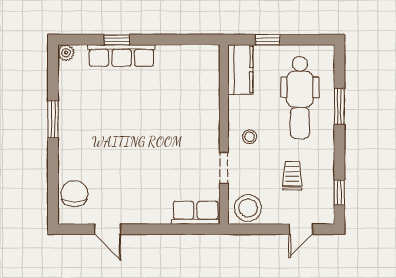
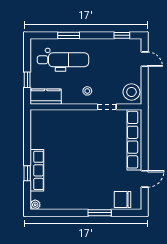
window: (53, 119) -> (100, 213), moved
trolley: (292, 176) -> (112, 64), removed
row of seats: (196, 213) -> (134, 140), width x2.02

